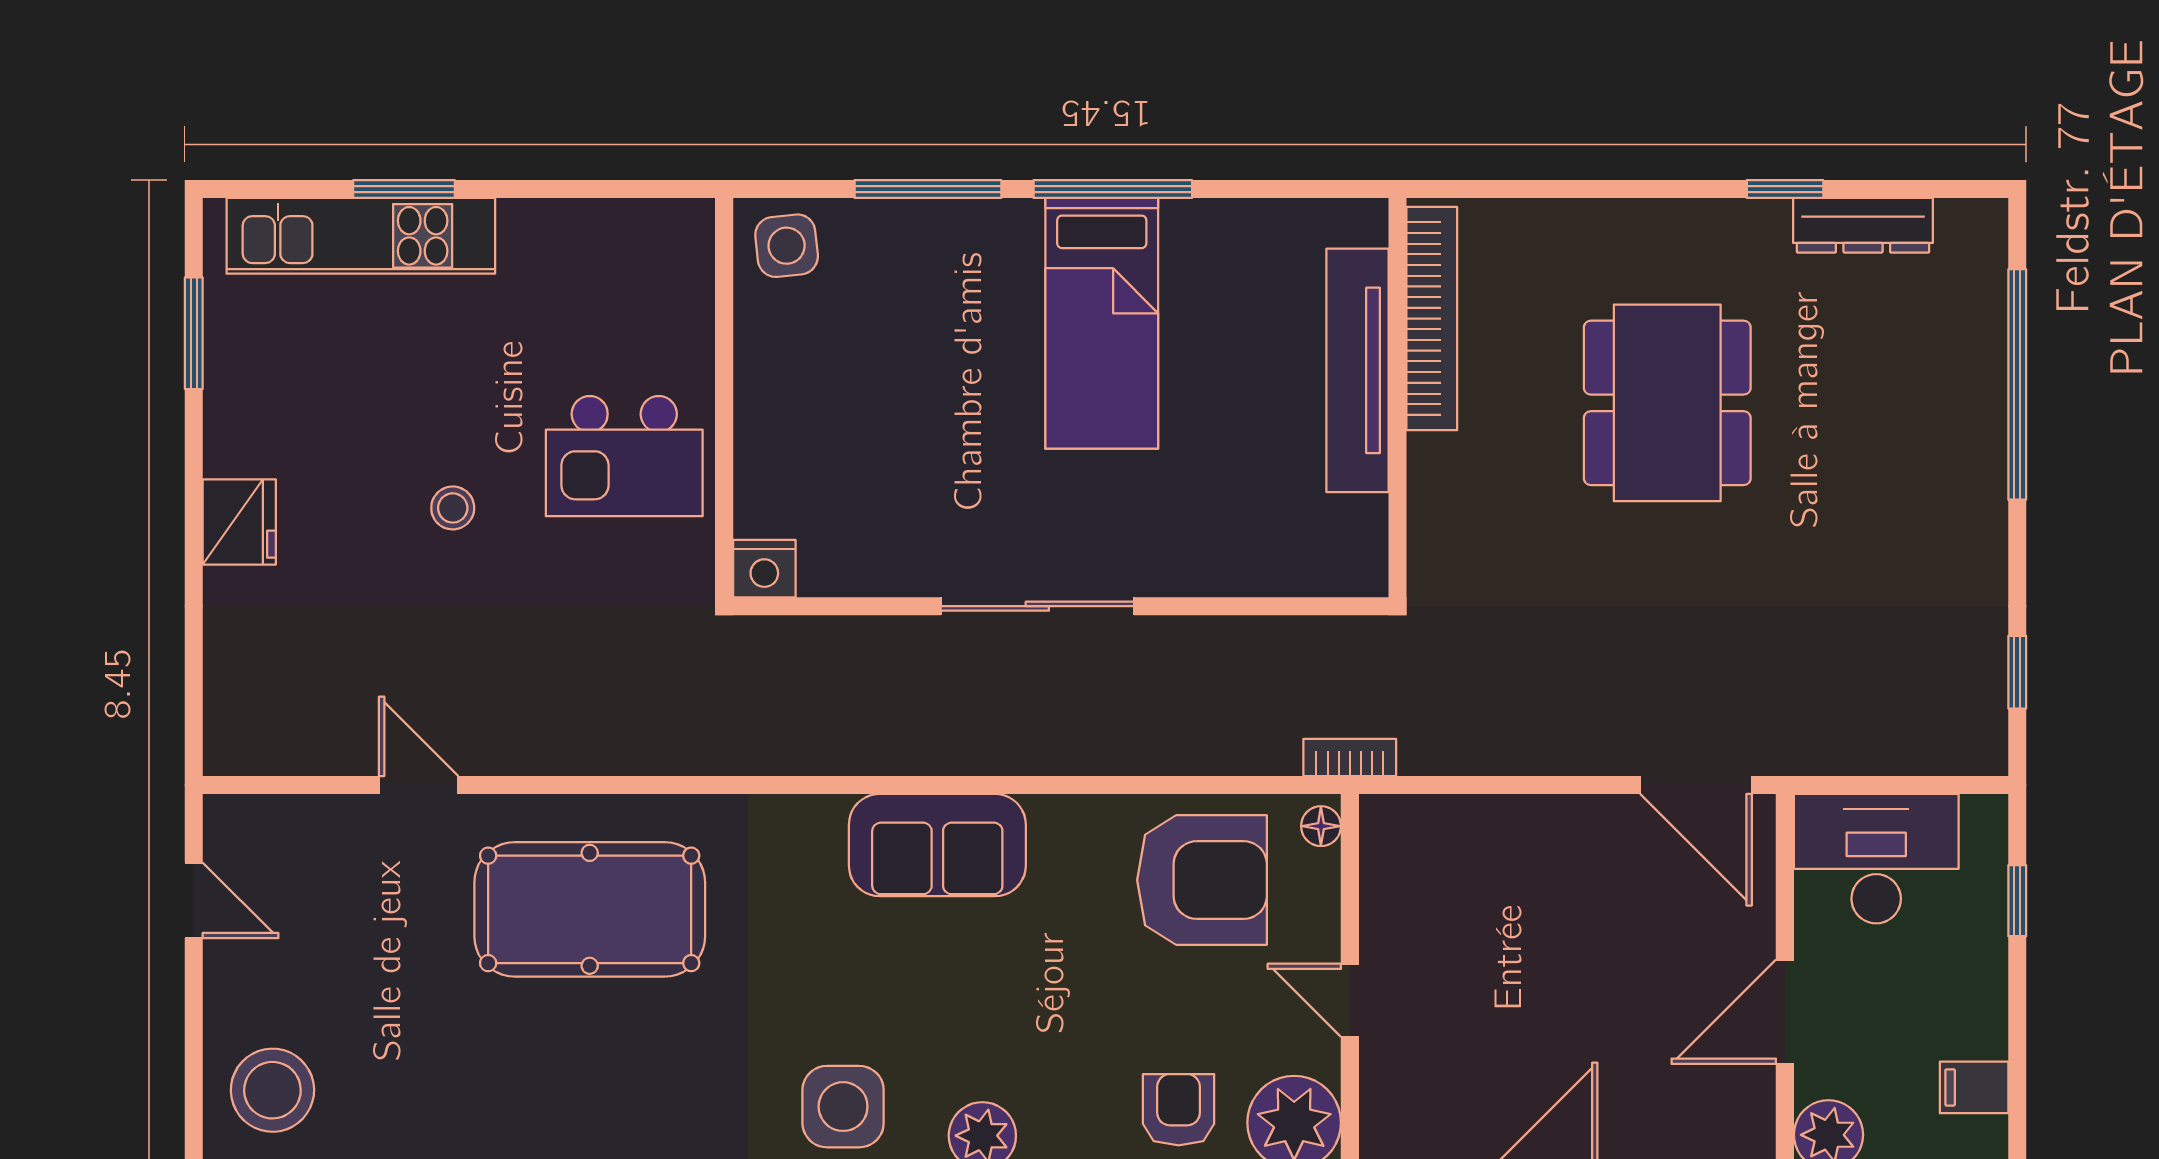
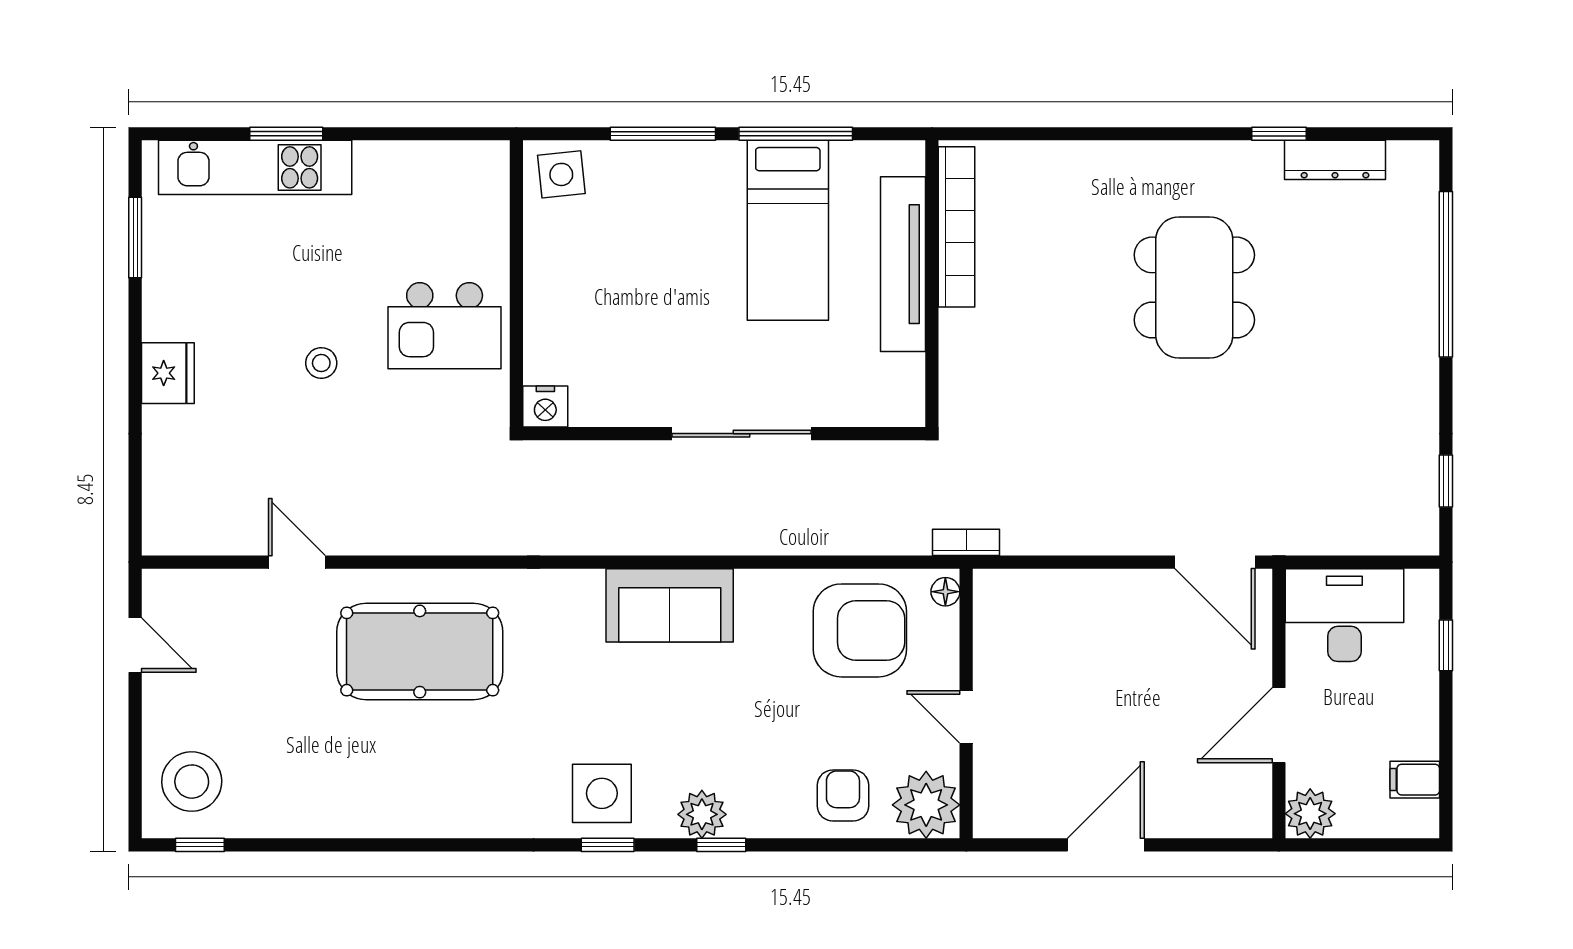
bookcase: (1432, 319) -> (957, 227), moved
tv unit: (1357, 370) -> (903, 264), moved
wall: (1398, 398) -> (932, 284), moved

